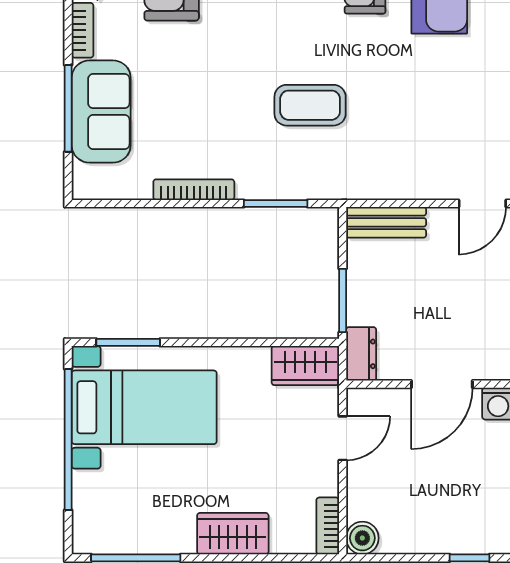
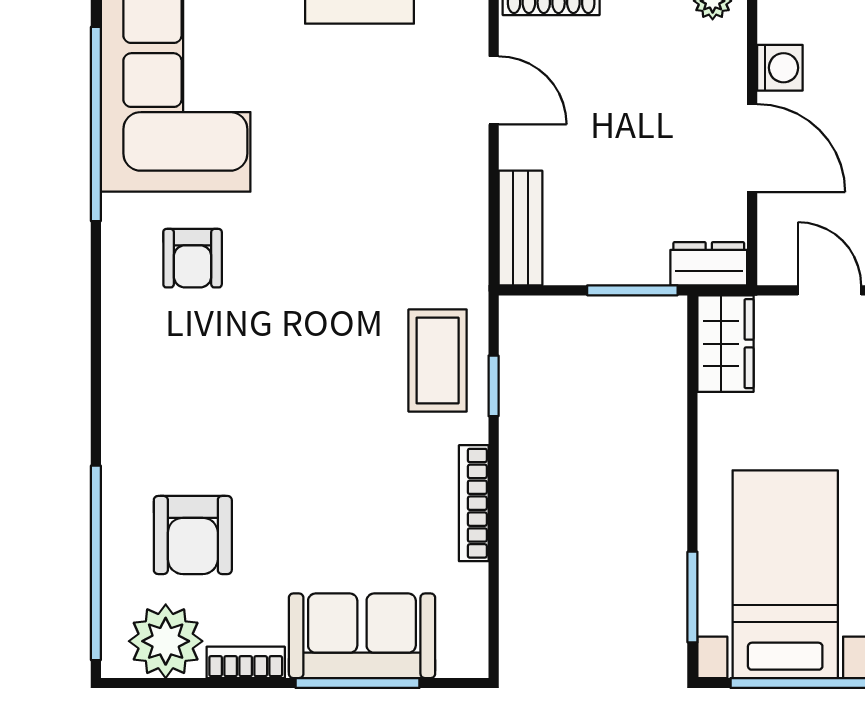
coffee table: (310, 105) -> (438, 361), moved
window: (276, 204) -> (494, 386), width x0.67

